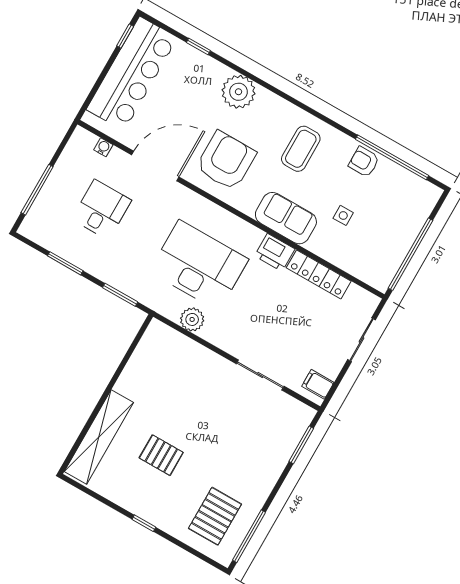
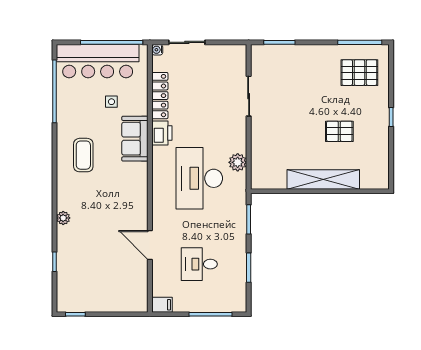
bar counter: (132, 74) -> (98, 61), moved, turned 180
plant: (239, 92) -> (63, 218), width x0.53, depth x0.53
water cooler: (103, 147) -> (157, 50), moved
coffee table: (301, 149) -> (83, 155), turned 90
armchair: (226, 161) -> (120, 200), removed
armchair: (364, 162) -> (68, 108), removed
door: (155, 166) -> (150, 245), width x0.73
filing cabinet: (318, 384) -> (162, 305), moved, turned -90
shelving: (99, 437) -> (323, 179), moved
pallet: (161, 455) -> (339, 131), turned 90

